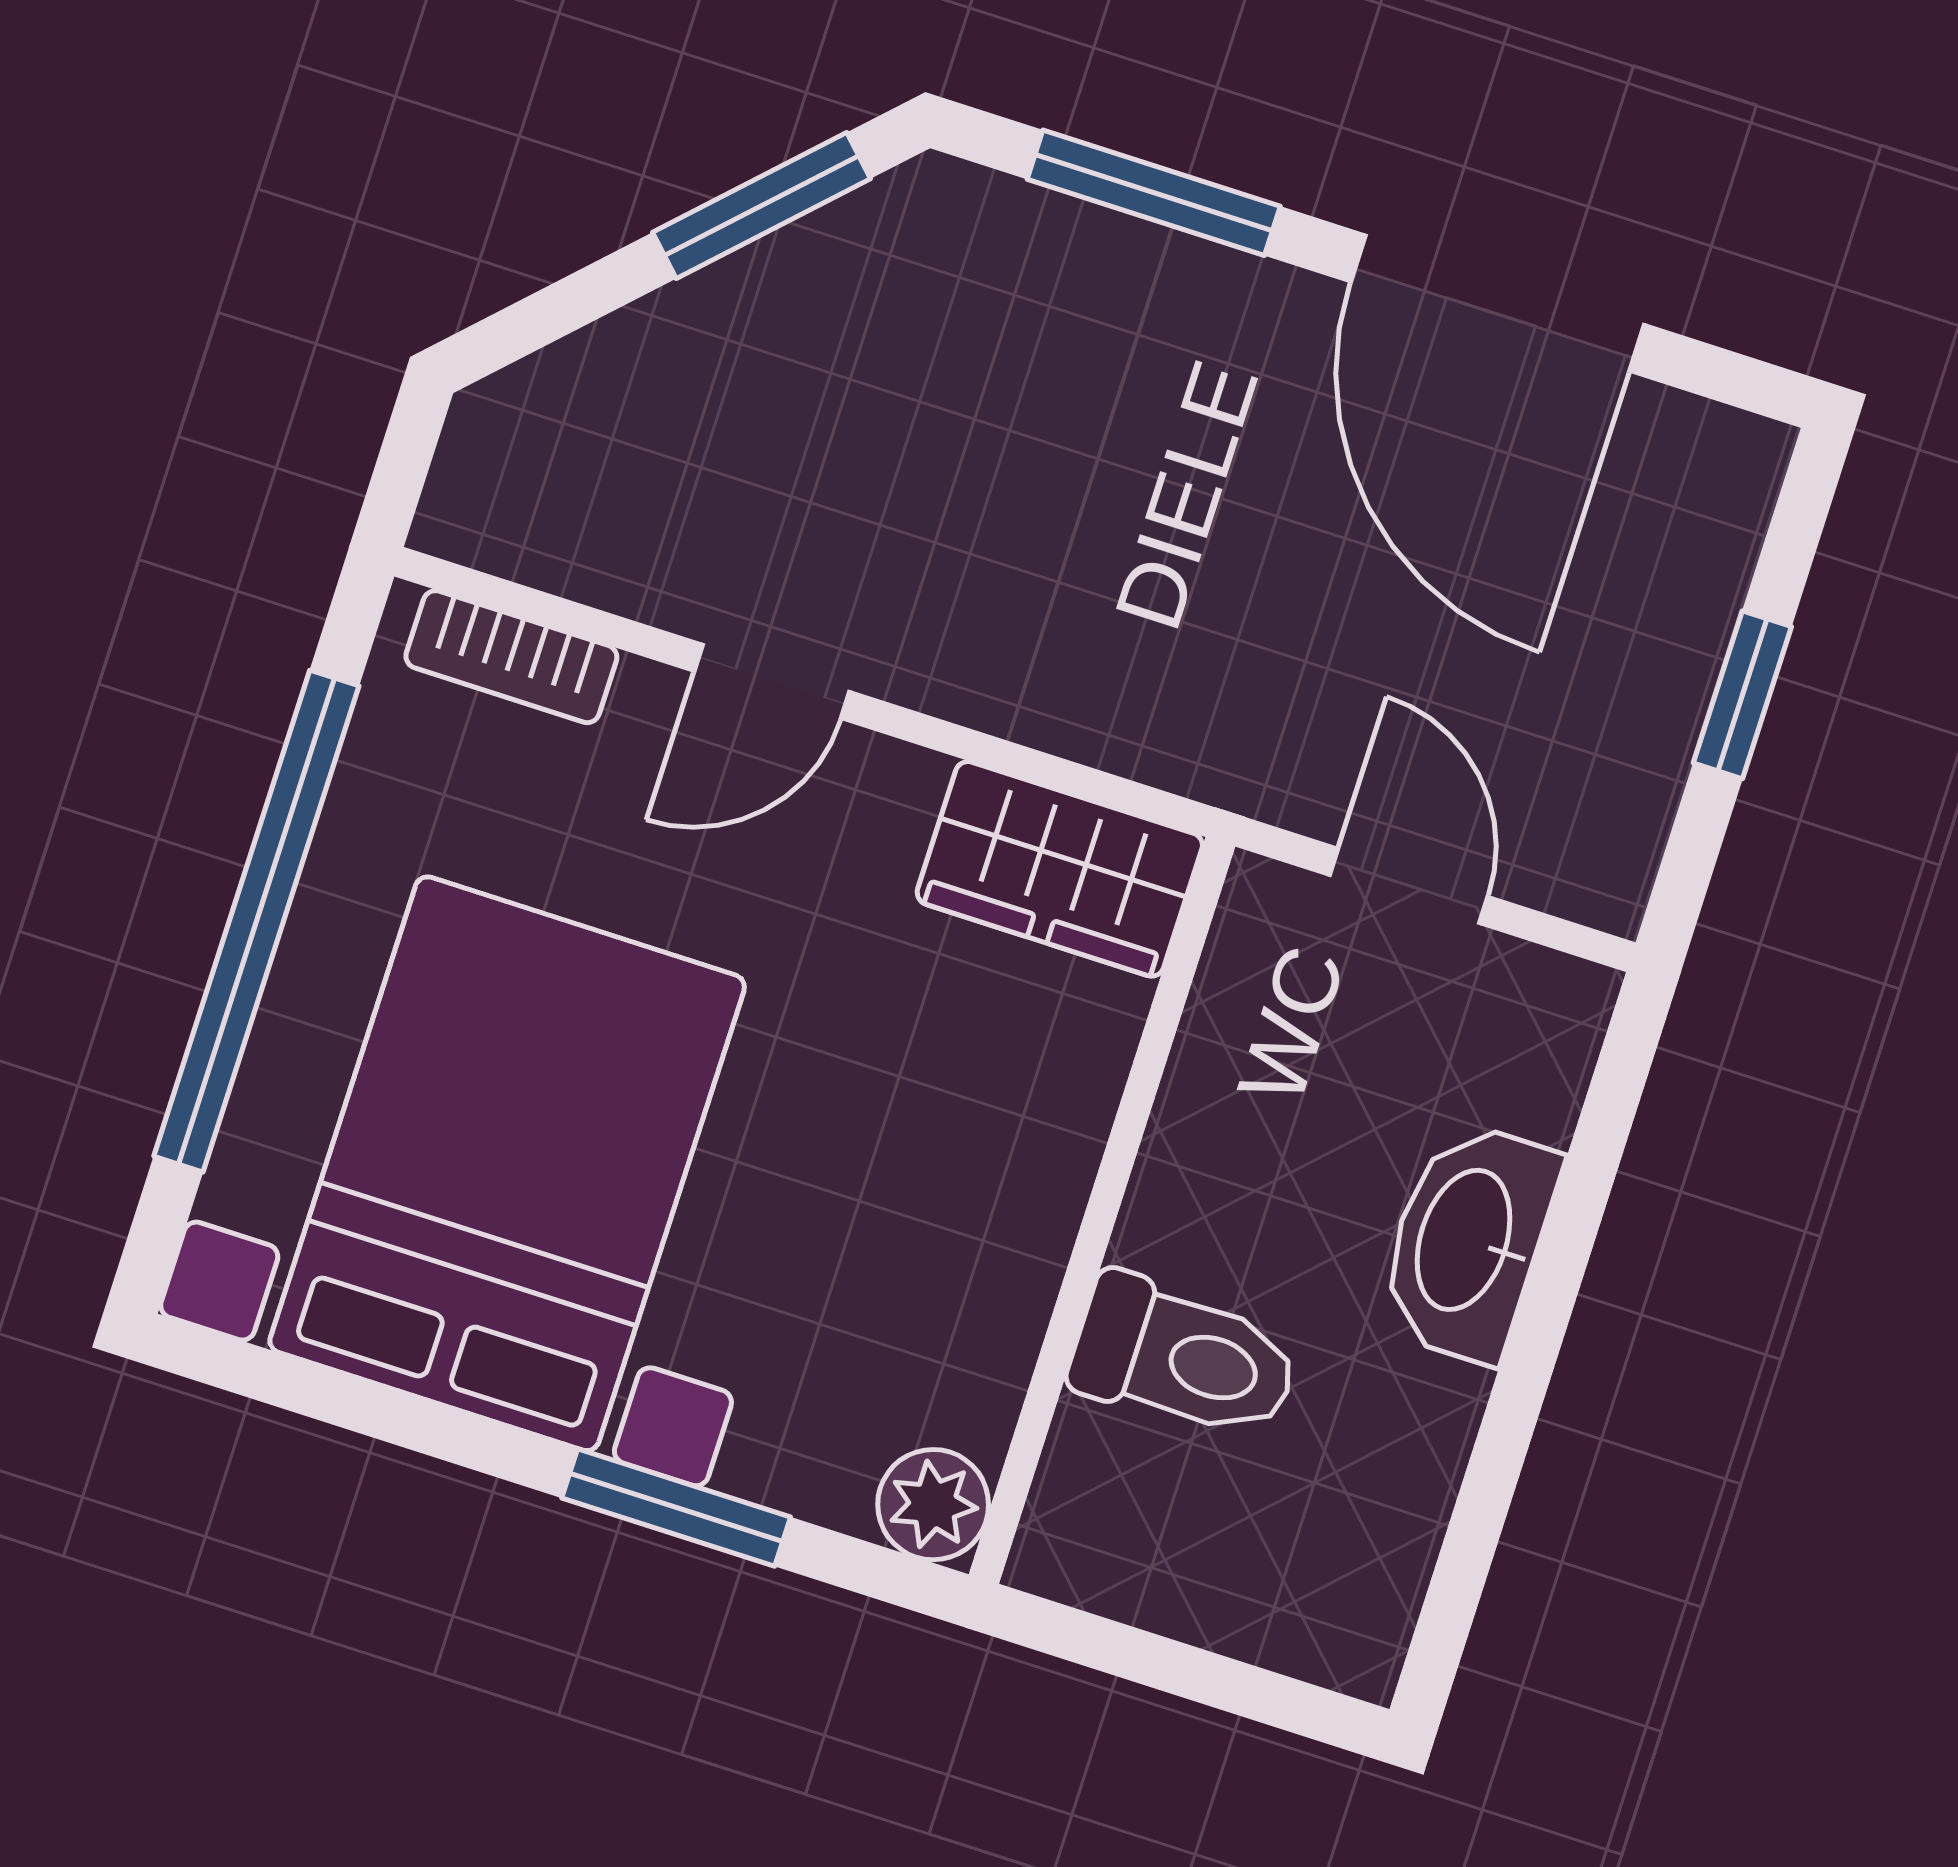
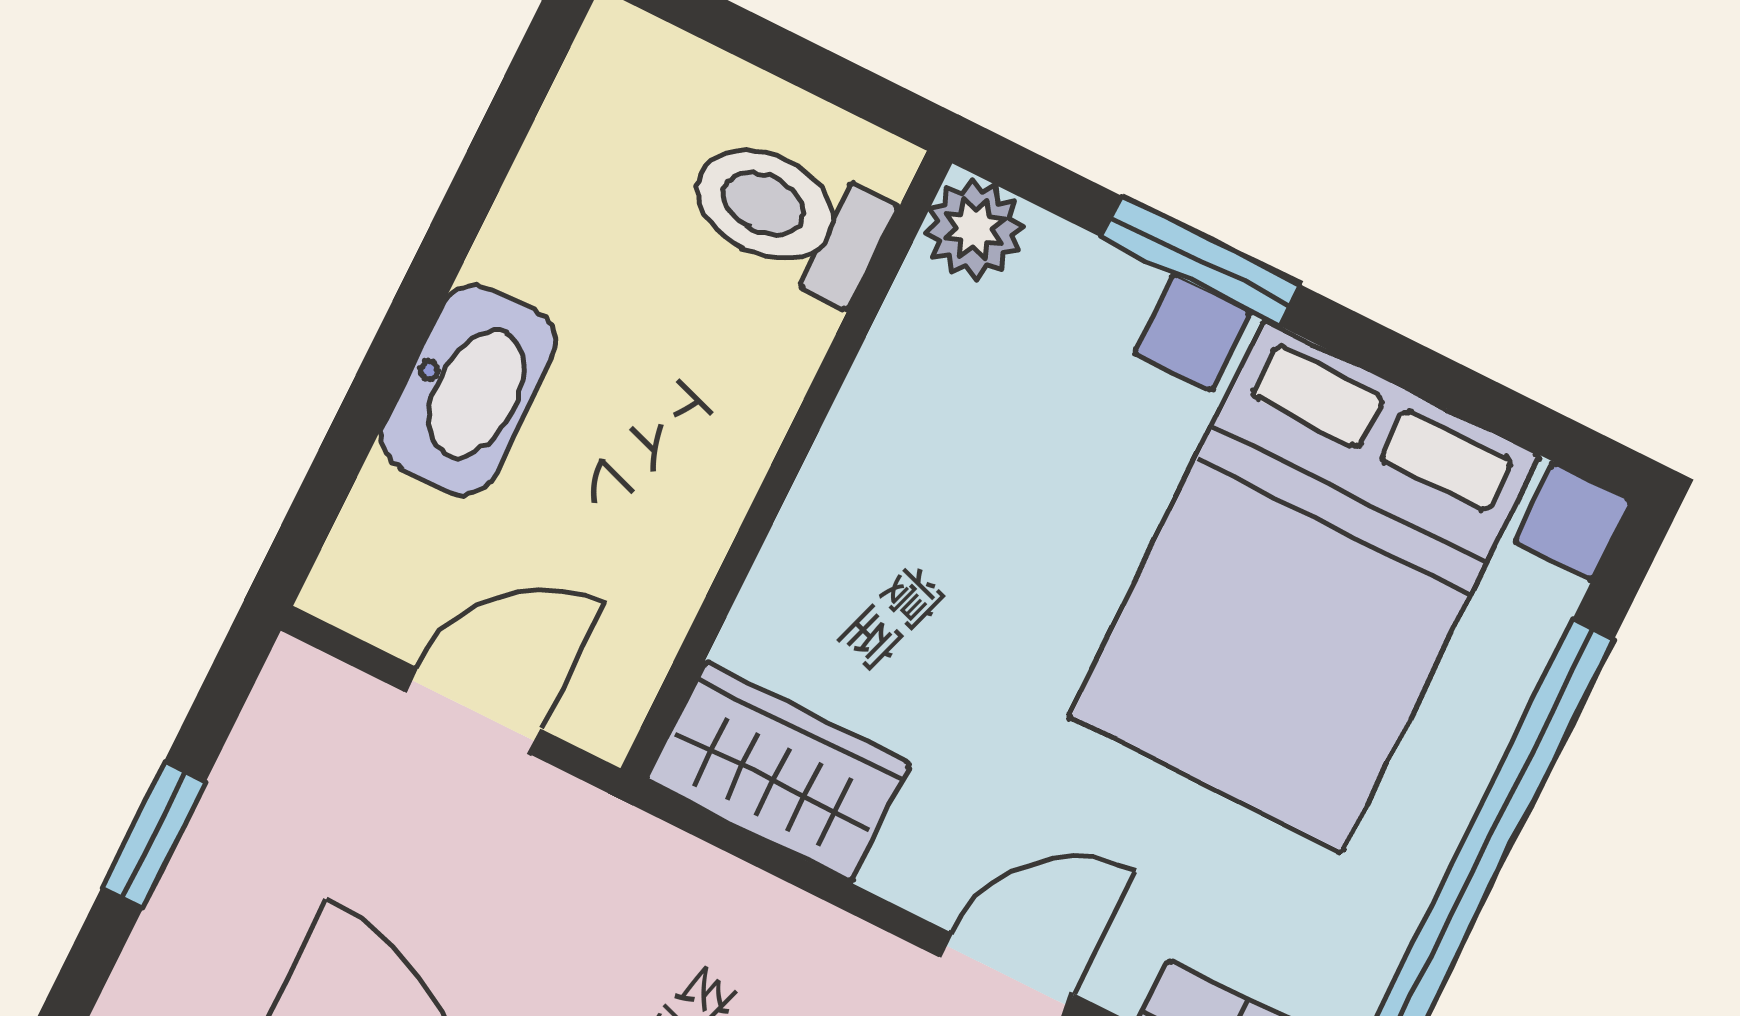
door: (1409, 886) -> (473, 710), swing flipped
toilet: (1184, 1358) -> (787, 215), moved

